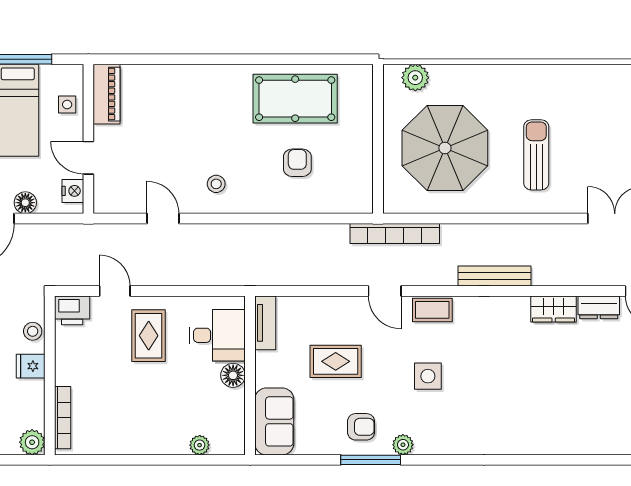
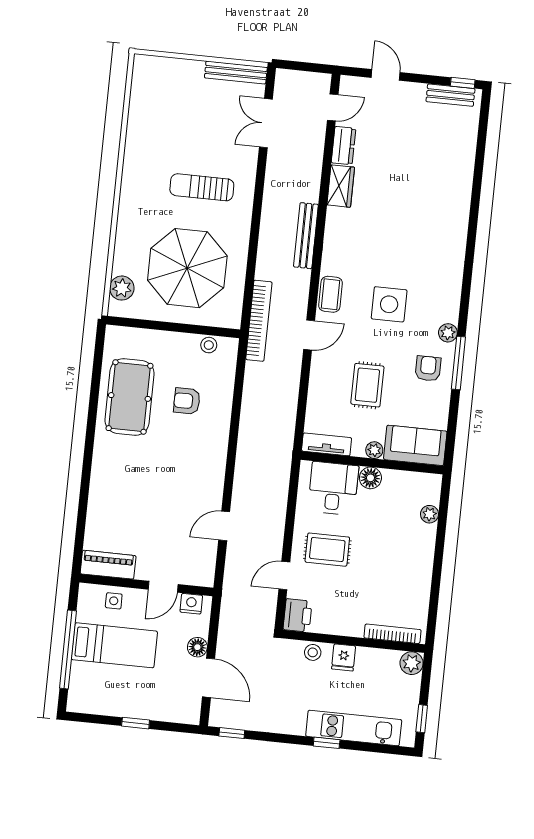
stool: (216, 184) -> (209, 345), moved
plant: (264, 376) -> (374, 450), added
side table: (428, 376) -> (389, 304), width x1.37, depth x1.37

